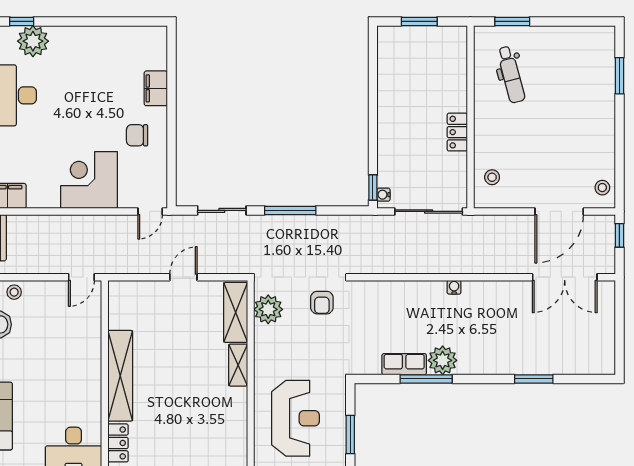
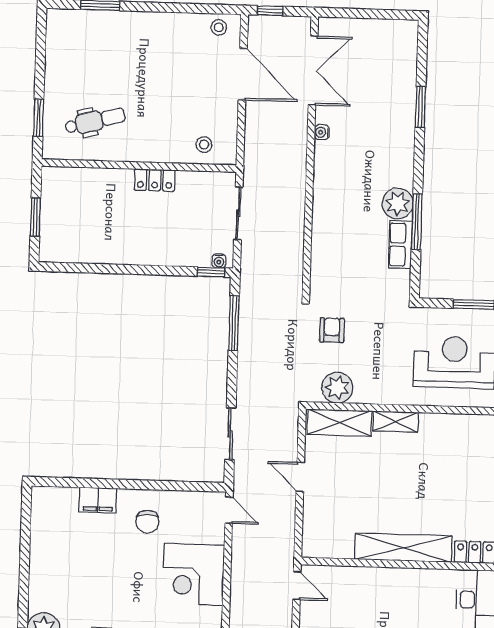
window: (290, 210) -> (234, 323), moved
sliding door: (429, 211) -> (238, 213), width x0.73
water cooler: (454, 287) -> (322, 132), moved
armchair: (322, 303) -> (332, 330), turned -90

